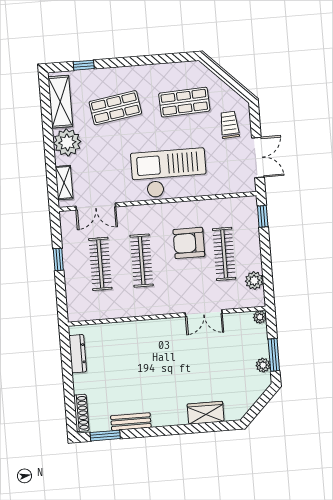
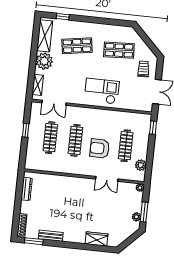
checkout: (169, 173) -> (102, 91), width x0.73, depth x0.83
armchair: (189, 243) -> (100, 148), moved

